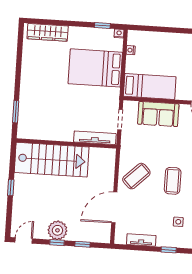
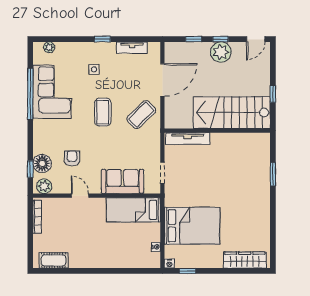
tv unit: (95, 138) -> (188, 139), moved
wall: (66, 143) -> (217, 131), moved
stairs: (52, 160) -> (232, 113), moved

